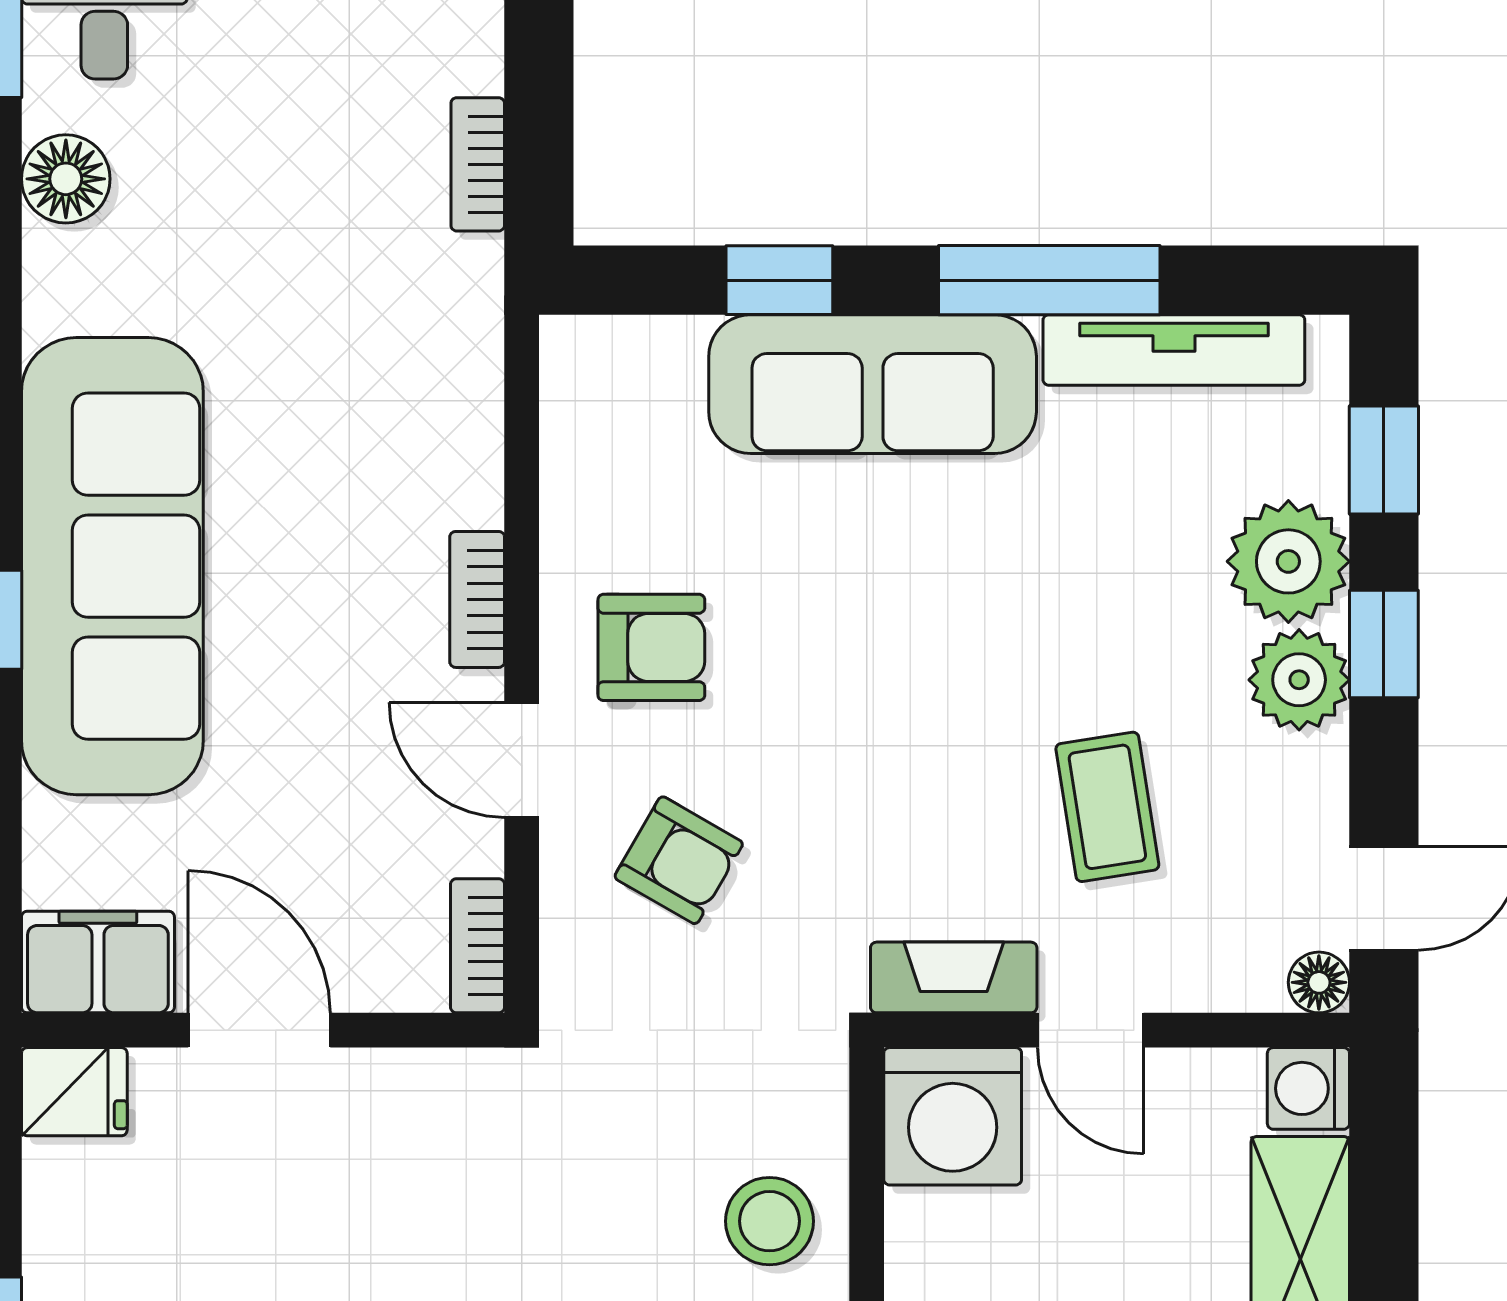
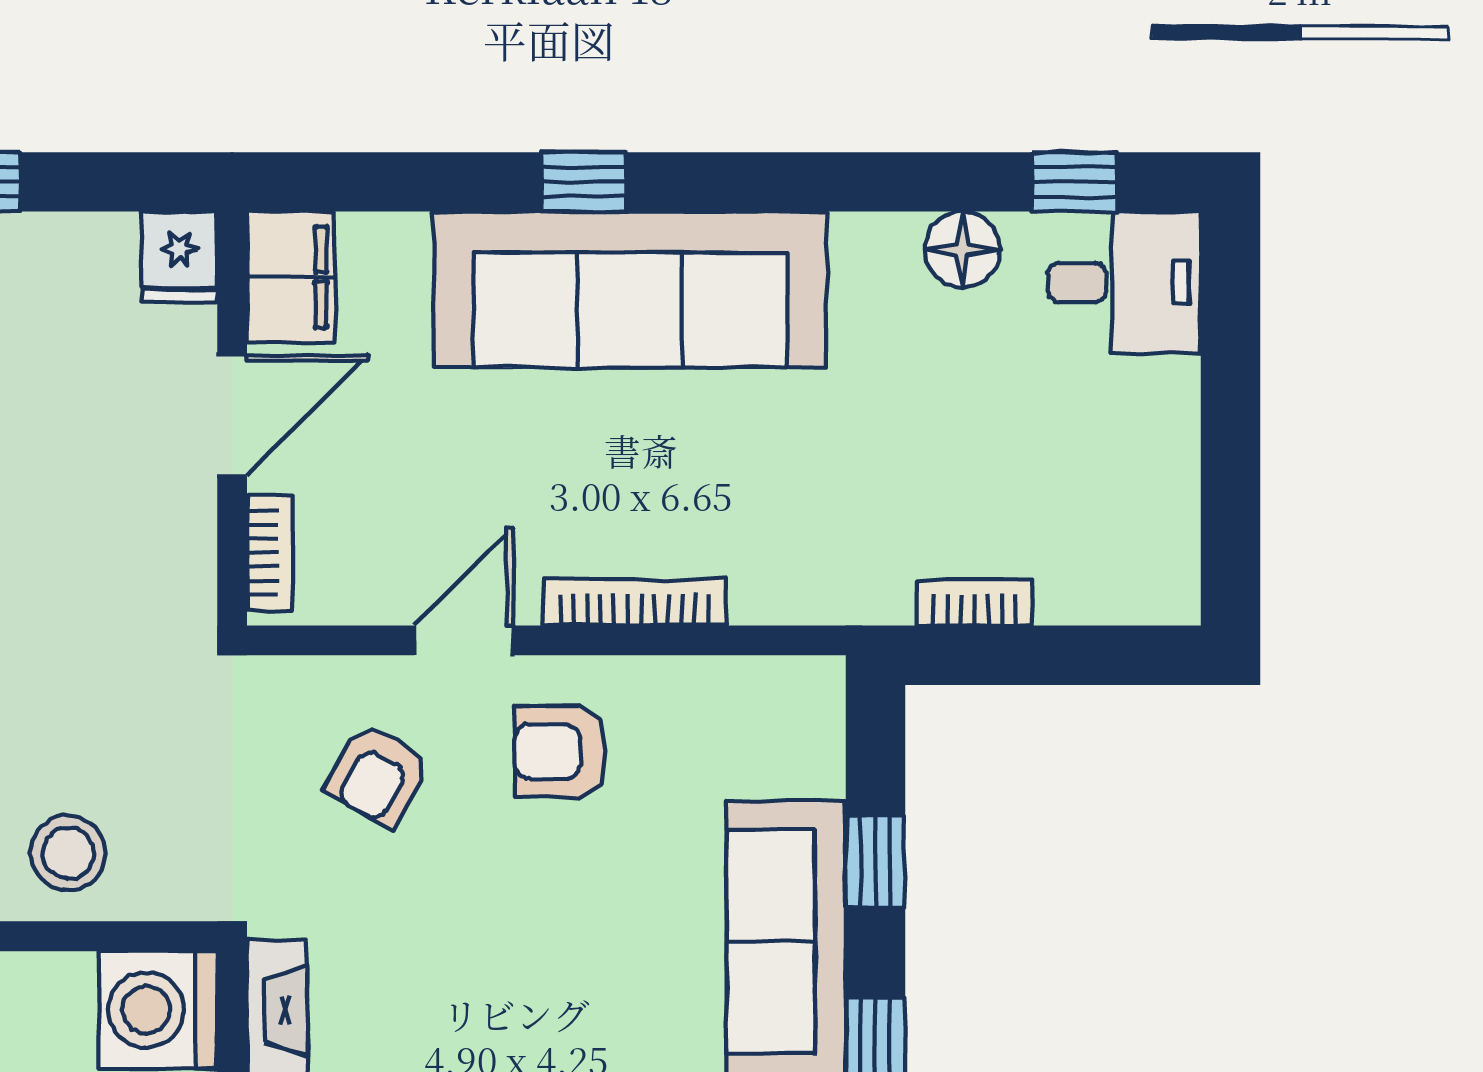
bookcase: (477, 599) -> (634, 602), width x1.56
armchair: (651, 647) -> (560, 752), turned 90
bookcase: (478, 946) -> (270, 553), moved, turned 90

